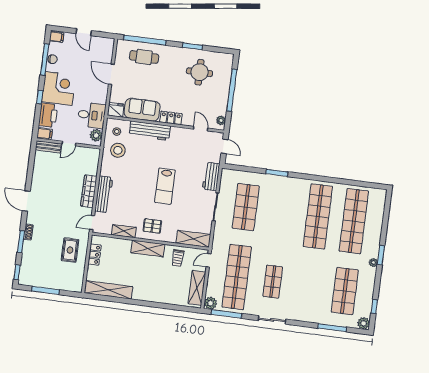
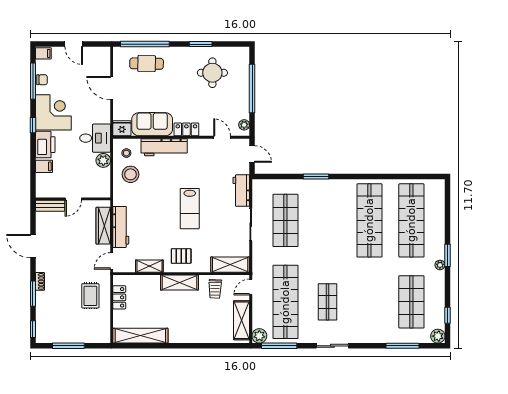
wall: (69, 143) -> (73, 199), moved
door: (69, 144) -> (73, 199), moved
bench: (48, 147) -> (50, 206), moved

